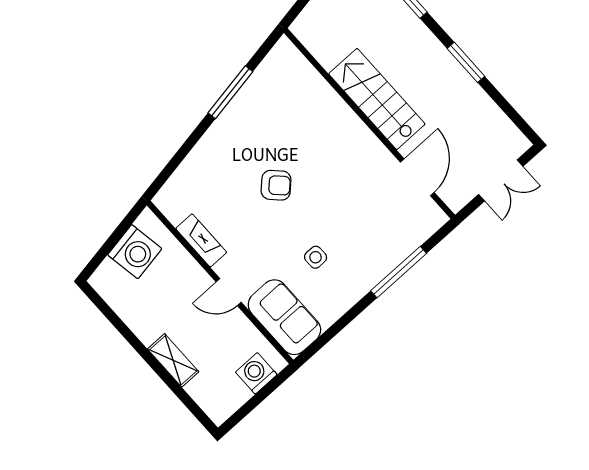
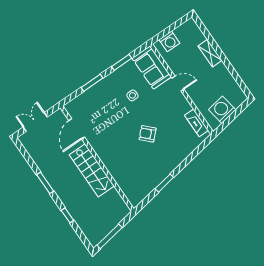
window: (230, 92) -> (164, 183), width x0.69
fireplace: (201, 240) -> (196, 123), moved
window: (399, 272) -> (92, 83), width x0.69
window: (345, 320) -> (122, 62), added

